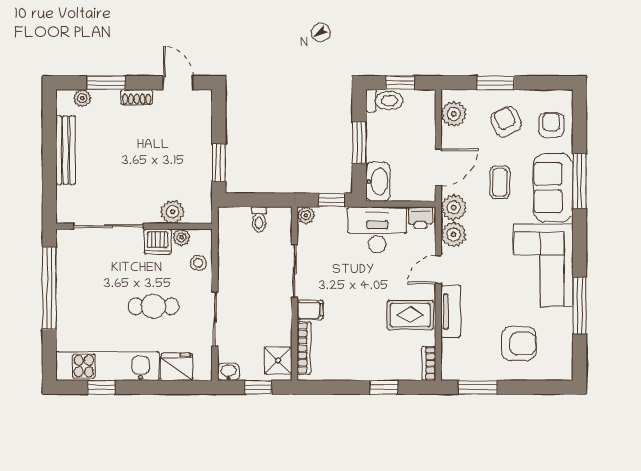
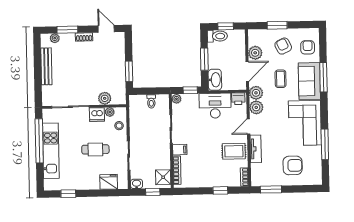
plant: (454, 114) -> (255, 53), moved
kitchen unit: (108, 366) -> (51, 151), moved, turned 90

